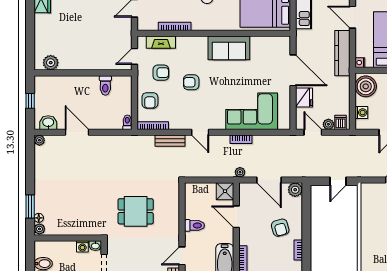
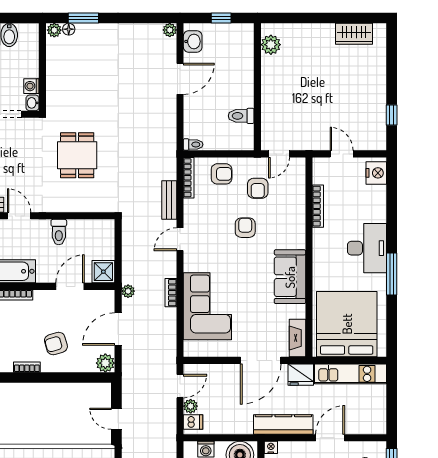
fireplace: (161, 42) -> (298, 338), moved
door: (135, 56) -> (279, 154), swing flipped
fridge: (304, 98) -> (301, 375), moved
armchair: (150, 100) -> (222, 174), turned 180

